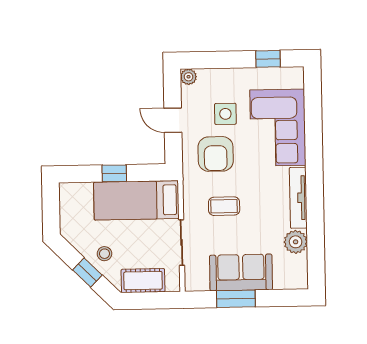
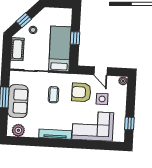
door: (173, 120) -> (101, 71), swing flipped
plant: (296, 242) -> (18, 130), moved

